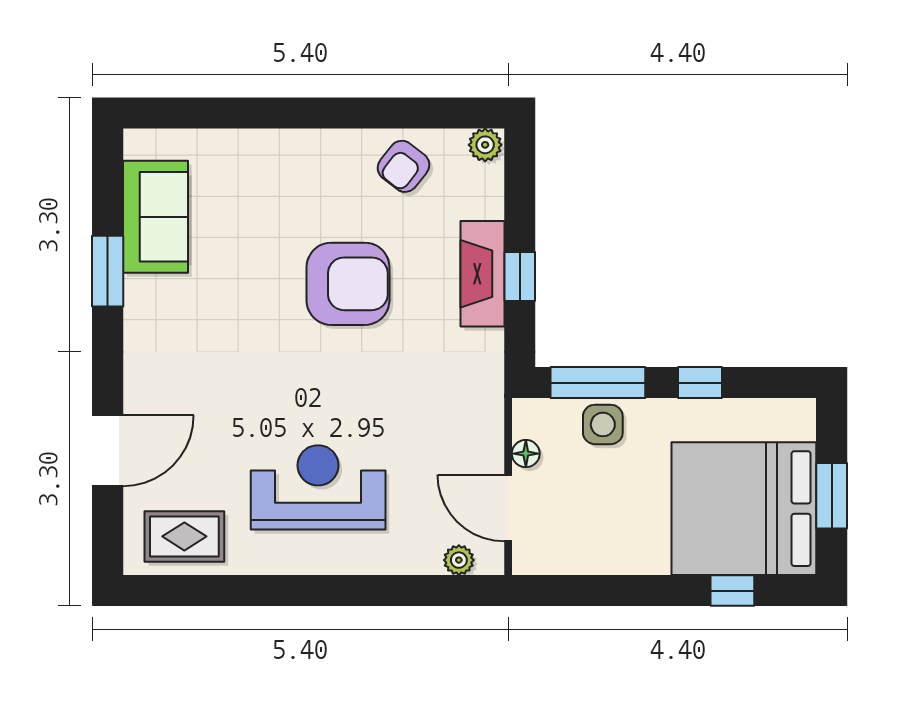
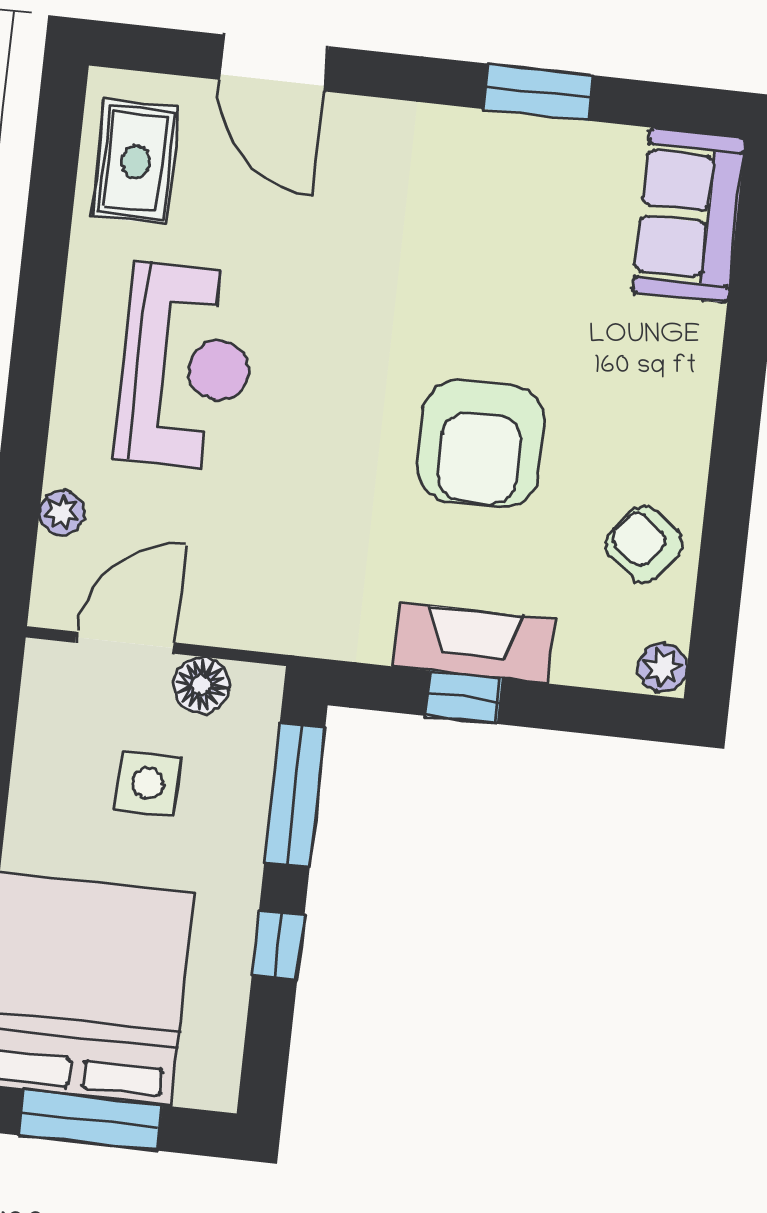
sofa: (155, 217) -> (689, 215), moved, turned 90
side table: (603, 424) -> (148, 783), moved
floor lamp: (526, 454) -> (201, 685), width x1.37, depth x1.37
window: (832, 496) -> (90, 1120), width x1.44
plant: (459, 560) -> (62, 512), moved

